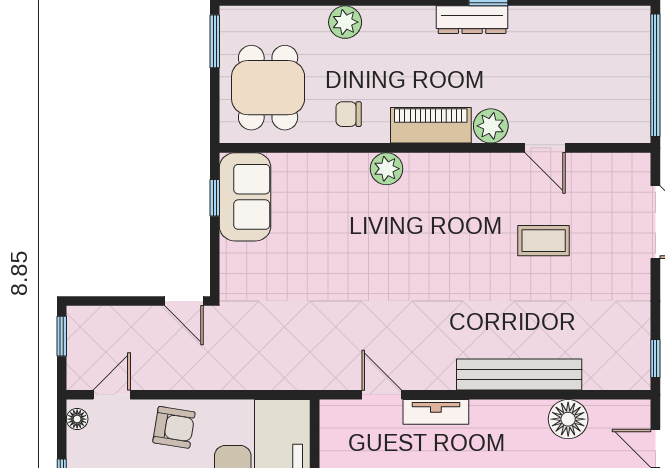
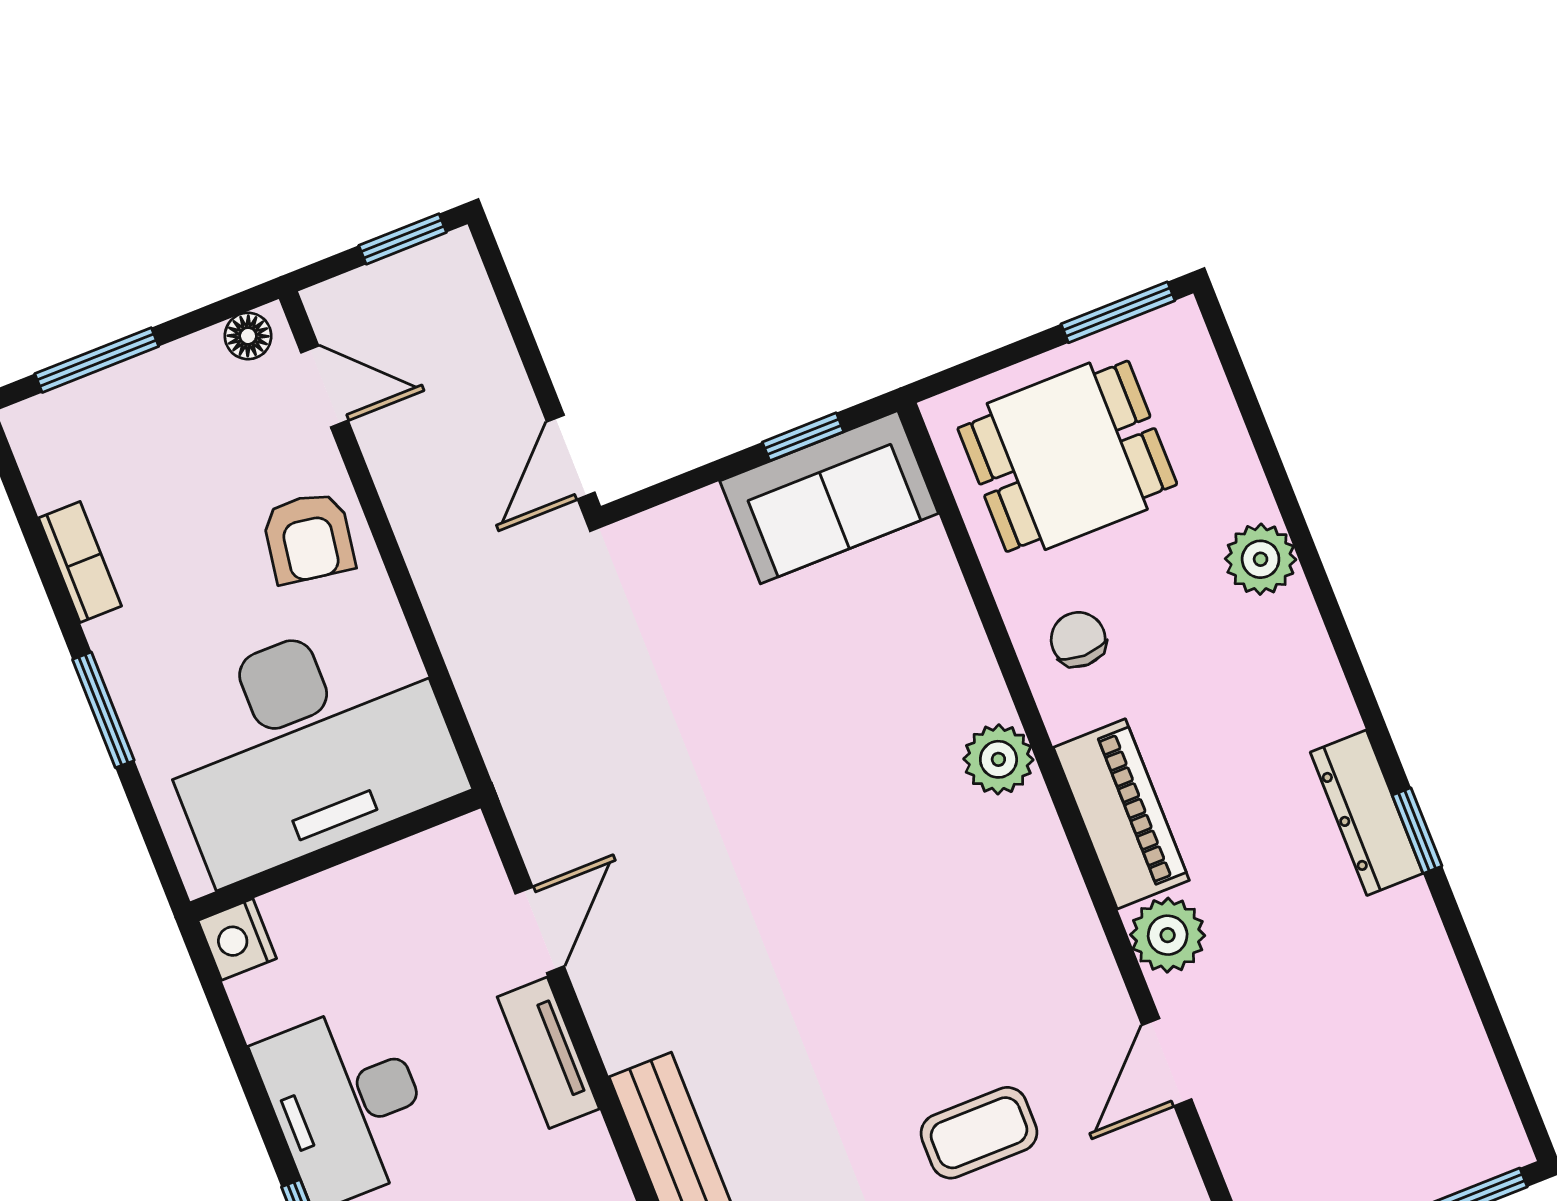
coffee table: (544, 241) -> (979, 1133), turned 90

